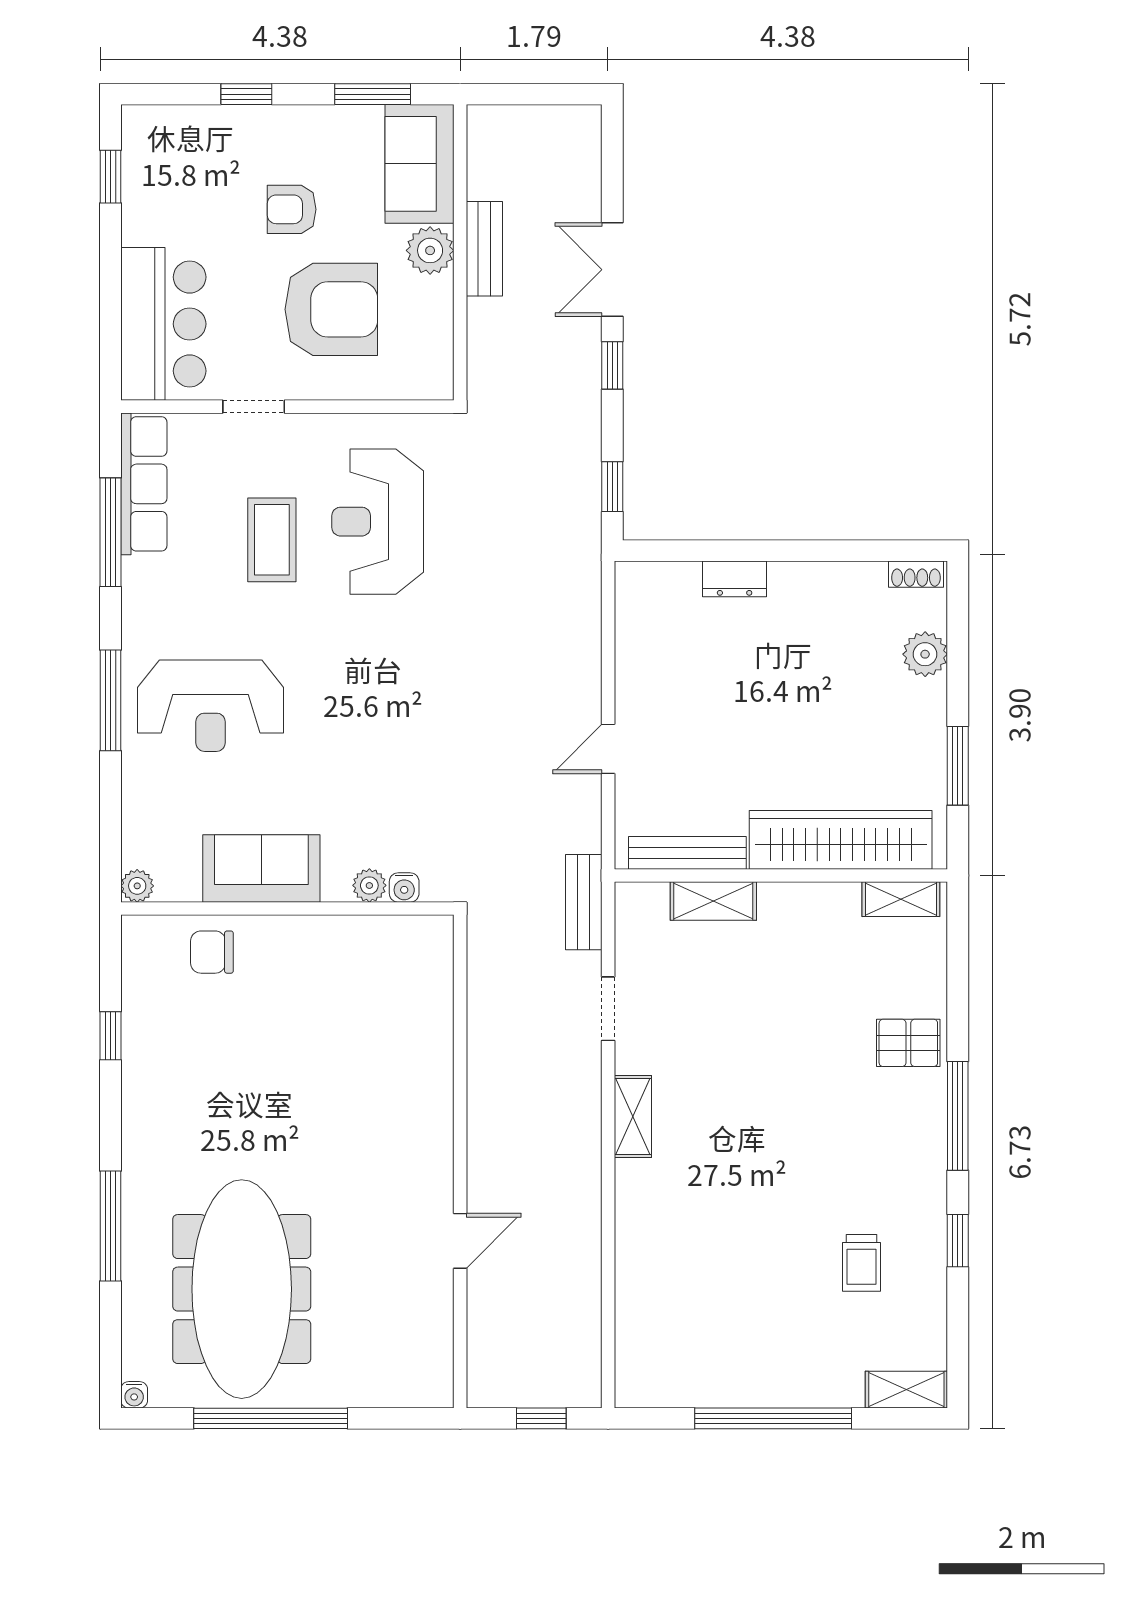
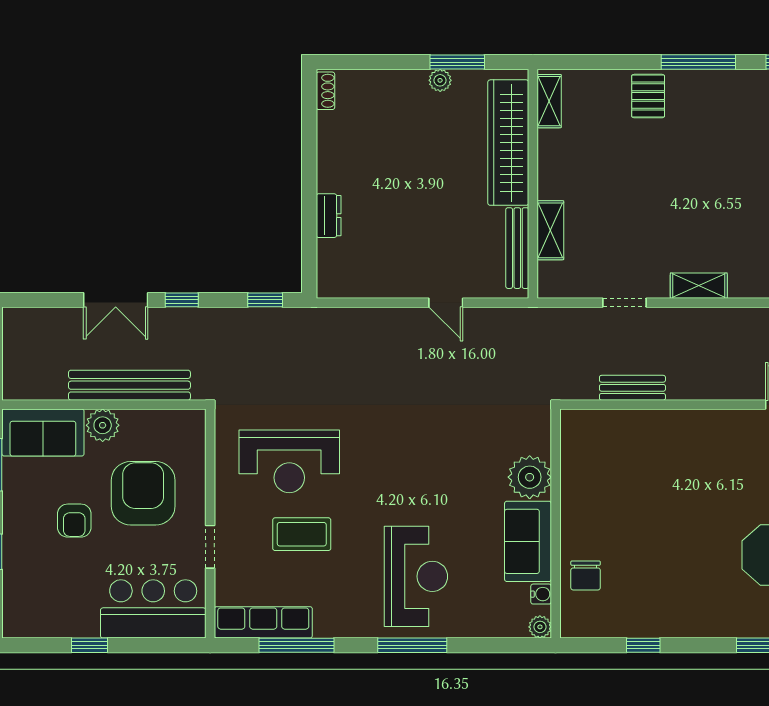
window: (110, 177) -> (90, 645), moved
bench: (484, 249) -> (129, 385), width x1.86, depth x1.21
plant: (925, 654) -> (440, 80), moved, width x0.73, depth x0.73
plant: (369, 885) -> (530, 477), width x1.87, depth x1.87
water cooler: (404, 887) -> (541, 594), moved
bench: (584, 902) -> (632, 388), moved

